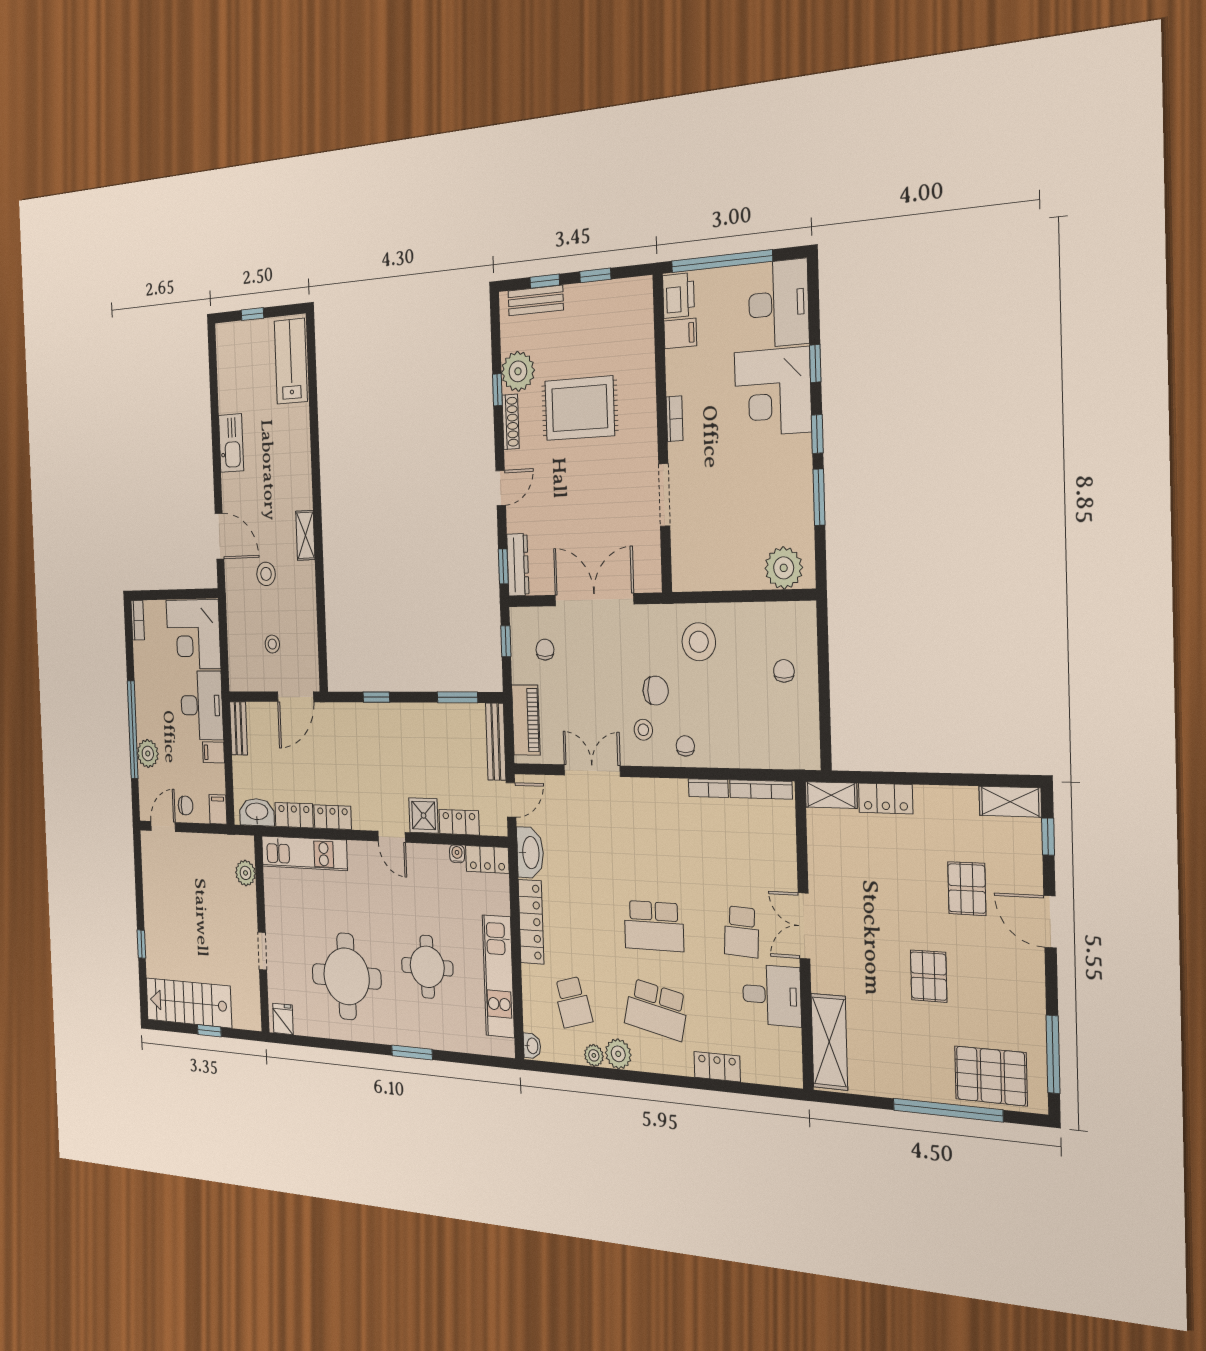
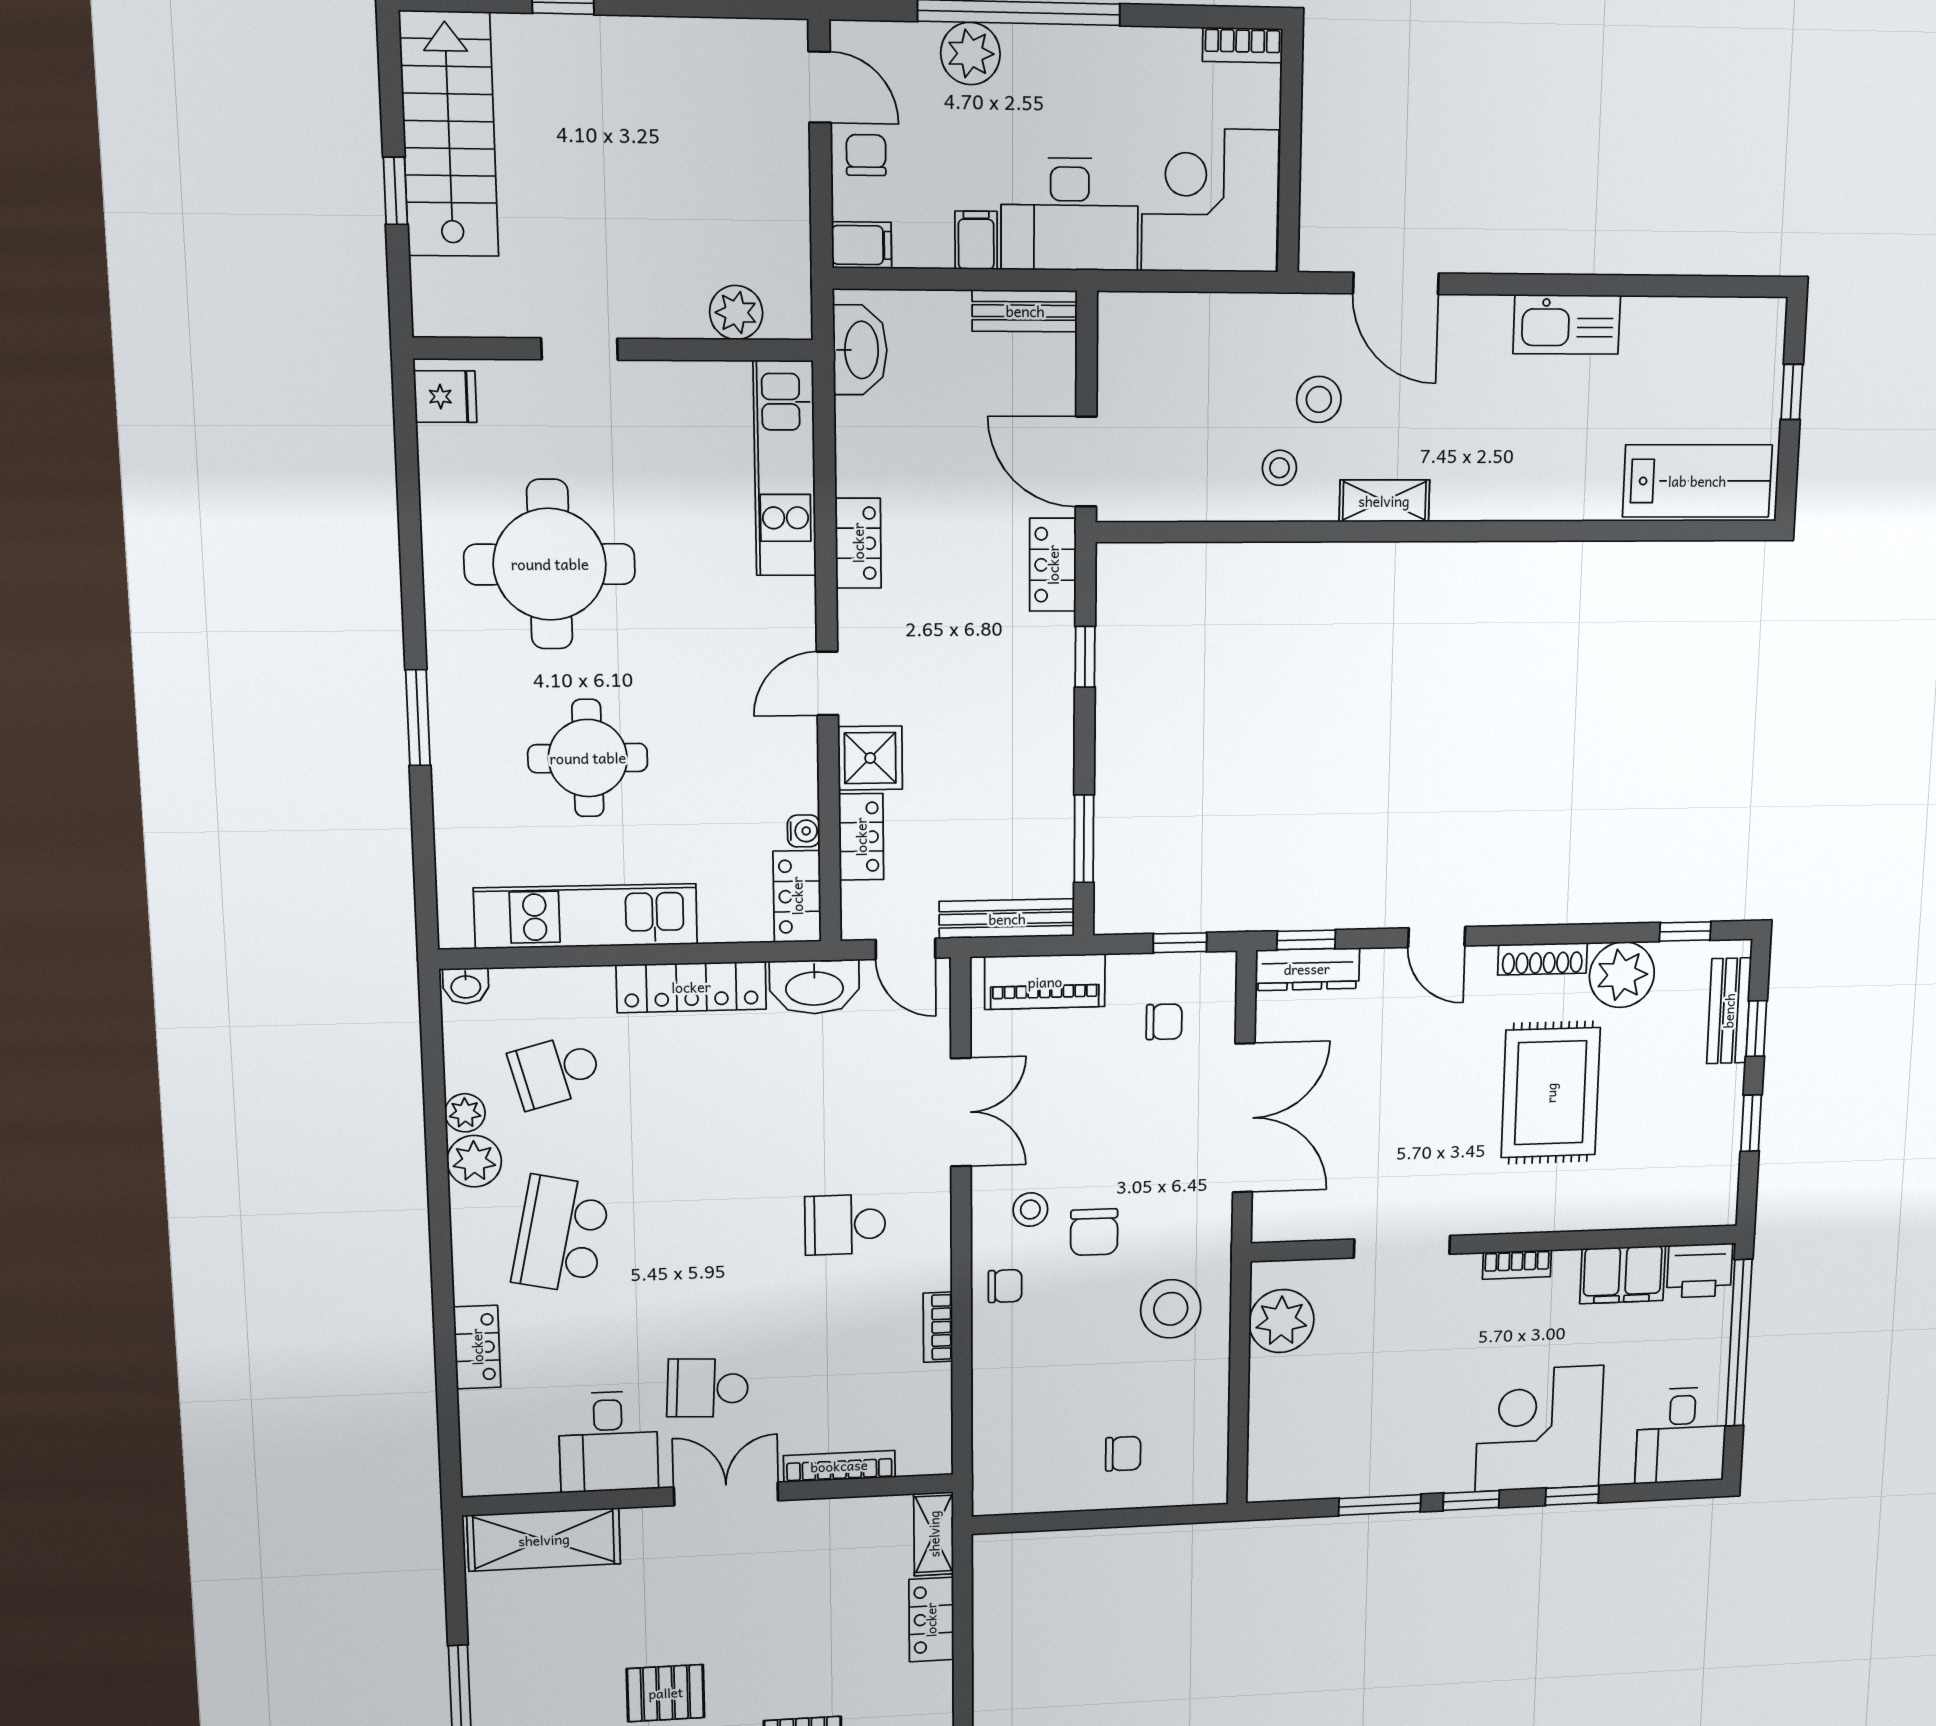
desk: (779, 304) -> (1681, 1435), width x0.73
filing cabinet: (680, 333) -> (1623, 1275), width x2.00
window: (497, 390) -> (1685, 931), moved
door: (220, 536) -> (1396, 283), hinge flipped
plant: (784, 568) -> (1282, 1321), moved
stool: (272, 644) -> (1279, 468), moved
bookcase: (761, 789) -> (839, 1466), moved, turned 90
chair: (186, 805) -> (866, 155), turned 180
locker: (294, 815) -> (1053, 565), moved, turned 180
school desk: (654, 926) -> (845, 1225), moved, width x0.54

